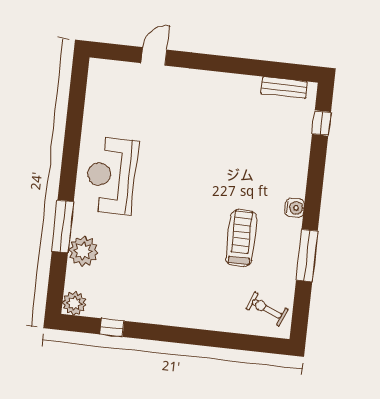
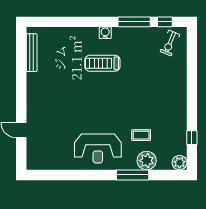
bench: (284, 87) -> (32, 53), width x1.36
window: (322, 123) -> (165, 22), moved
treadmill: (241, 238) -> (102, 63), moved
coffee table: (125, 247) -> (141, 135), added

